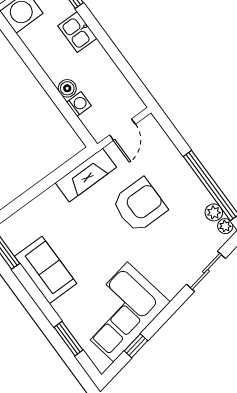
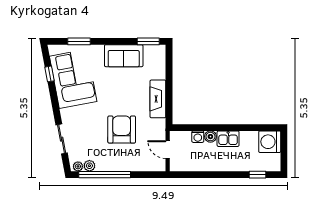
kitchen sink: (77, 32) -> (228, 139), moved, turned 180
fireplace: (86, 175) -> (158, 99), moved
armchair: (139, 205) -> (122, 130), turned 180

